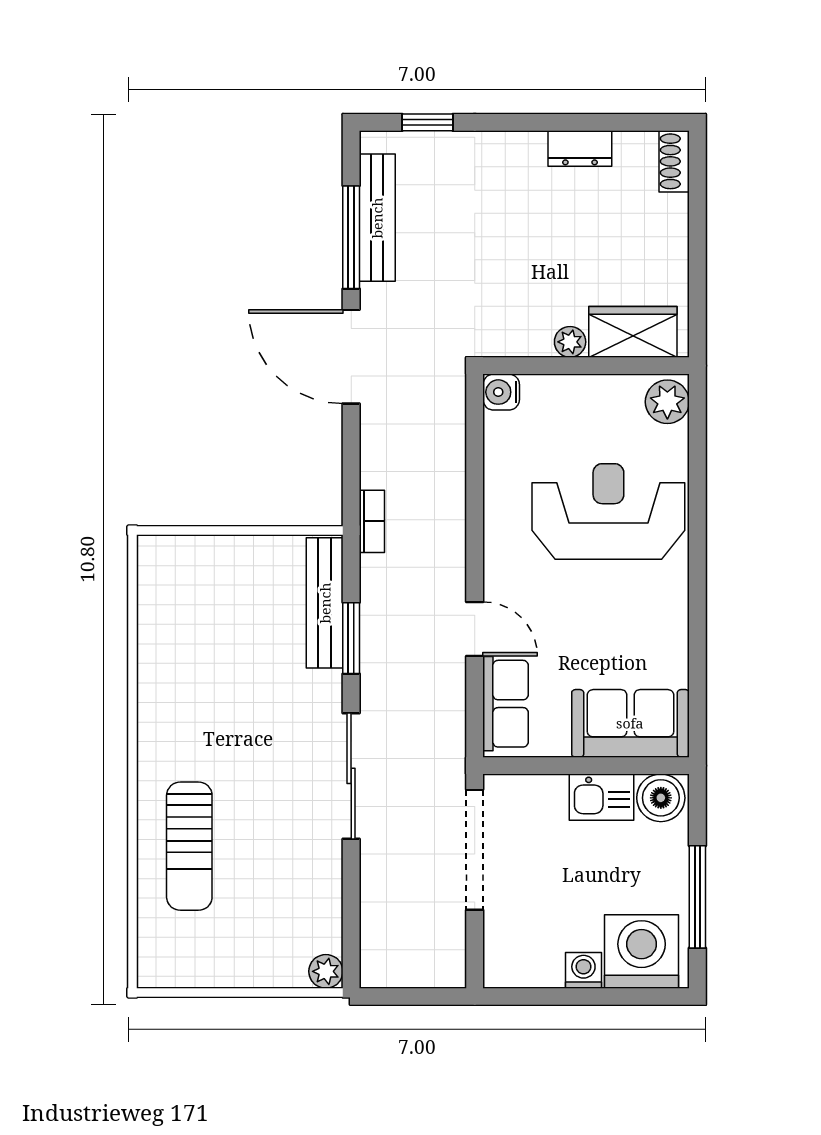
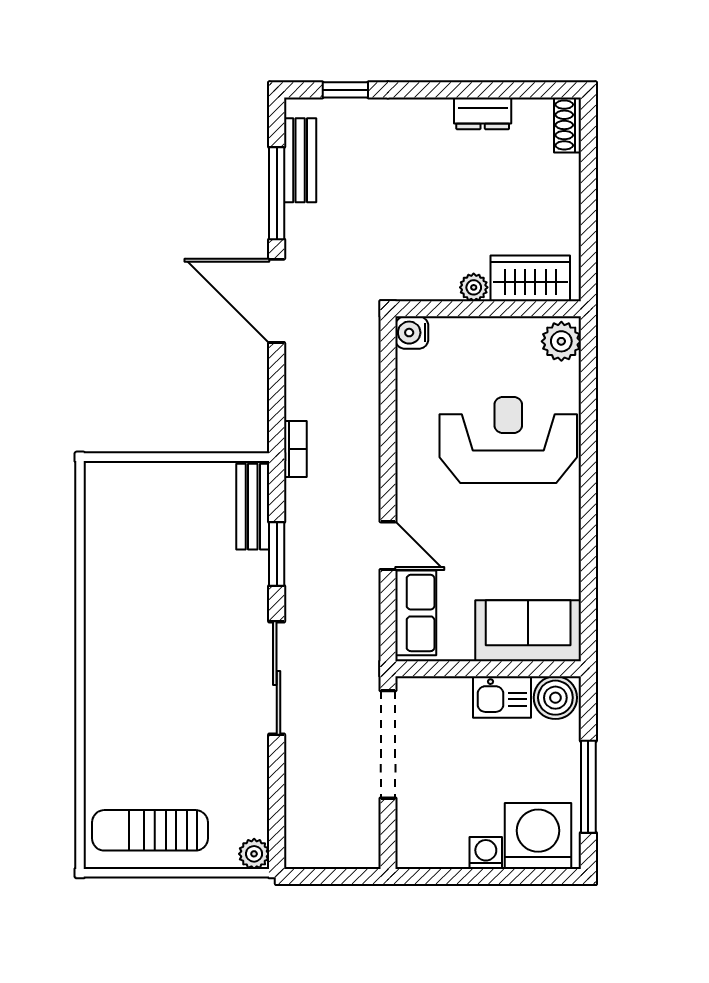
bench: (377, 218) -> (300, 160), width x0.73
bench: (325, 603) -> (253, 507), width x0.73
sun lounger: (189, 846) -> (150, 830), moved, turned 90

